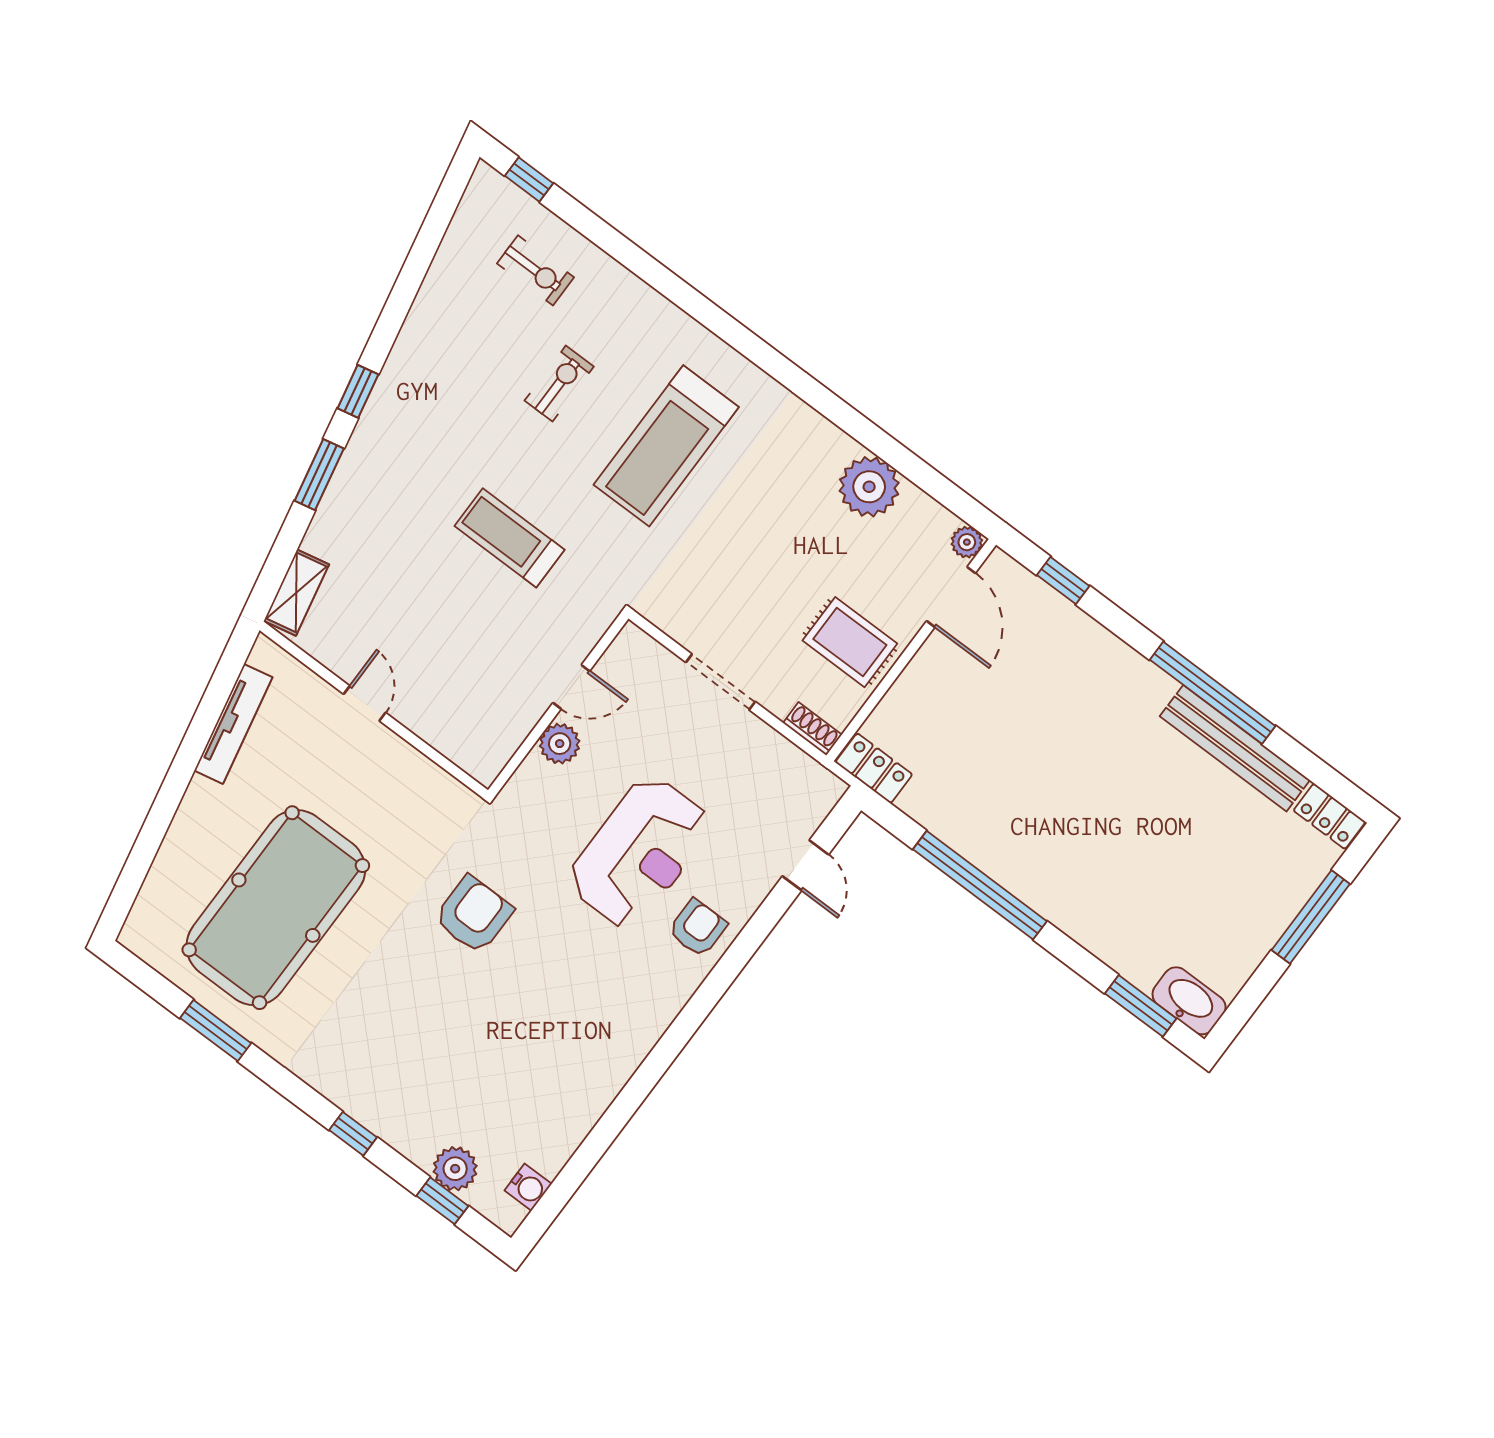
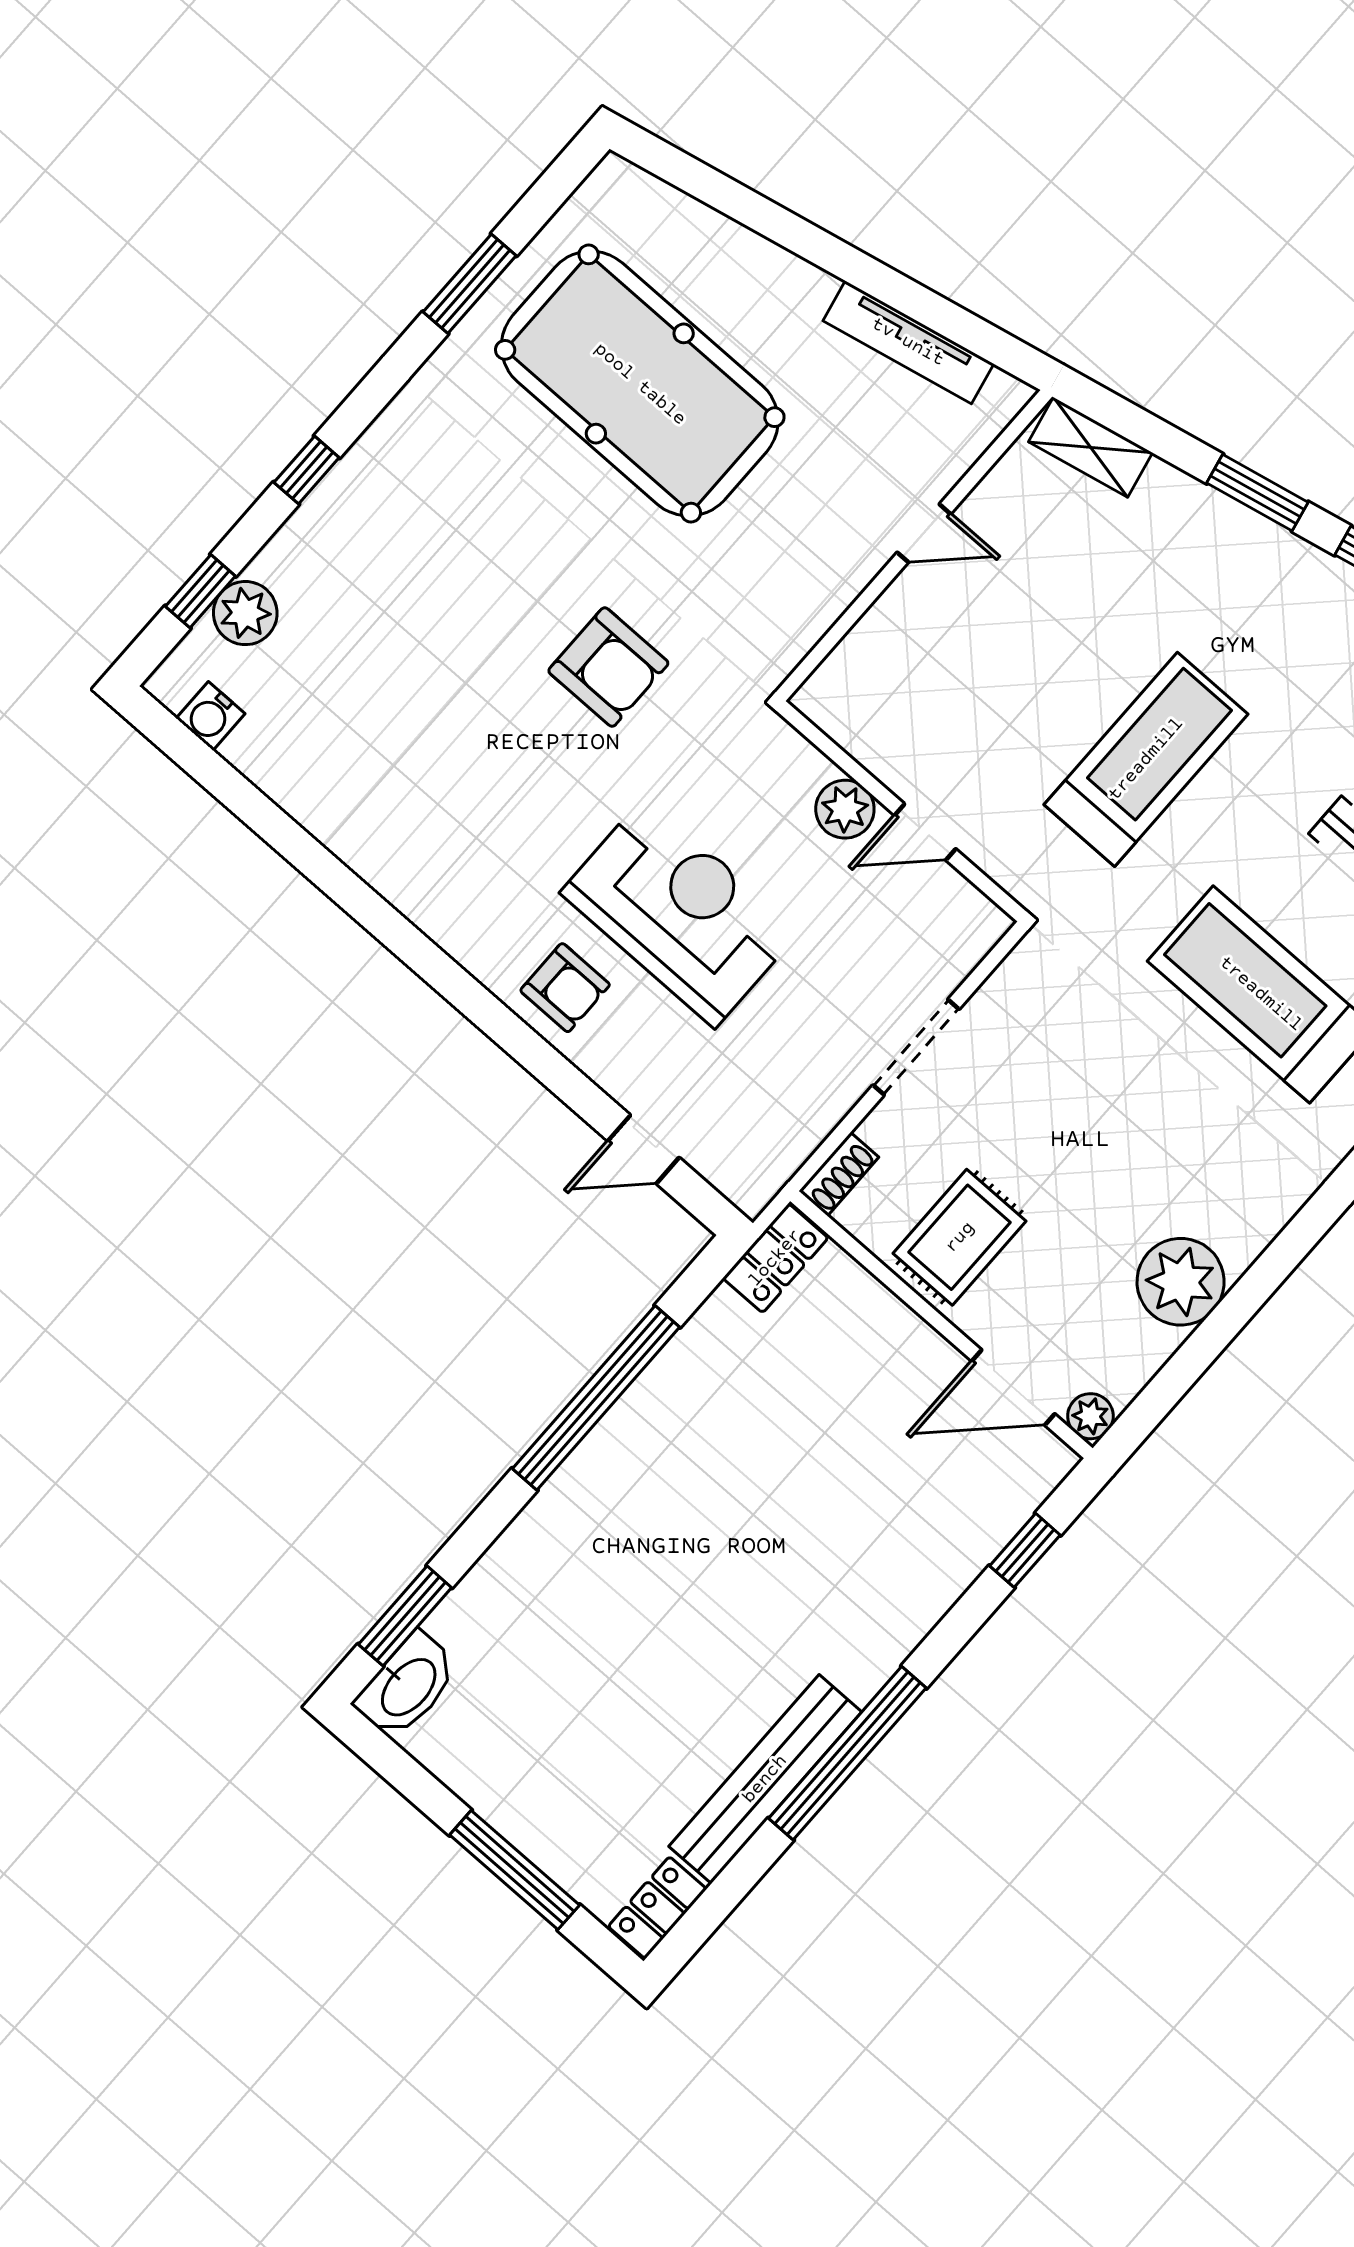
treadmill: (510, 538) -> (1146, 759), width x1.37, depth x1.38
door: (571, 687) -> (925, 832), hinge flipped
reception desk: (639, 852) -> (680, 912), turned 180

